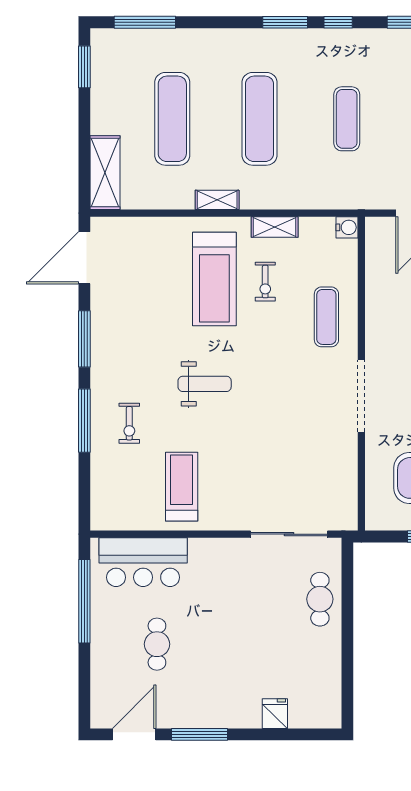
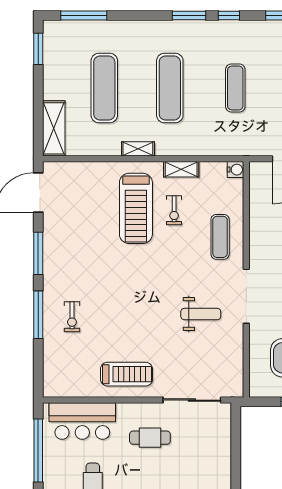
weight bench: (205, 384) -> (201, 314), moved
treadmill: (182, 487) -> (127, 374), moved, turned 90
cafe table: (320, 599) -> (150, 438), moved, turned 90

